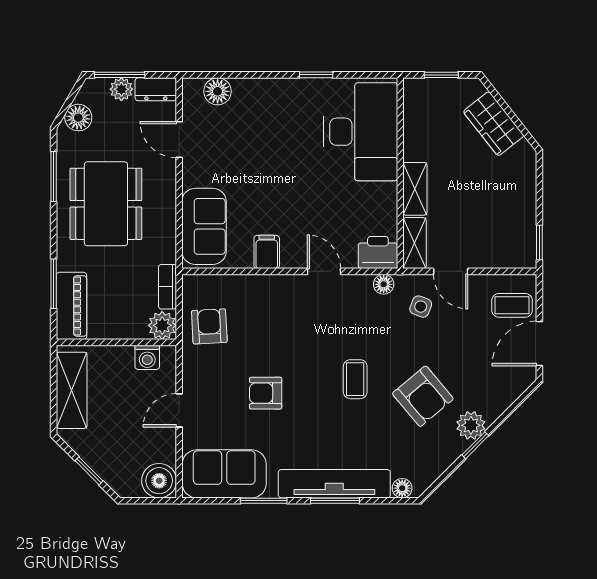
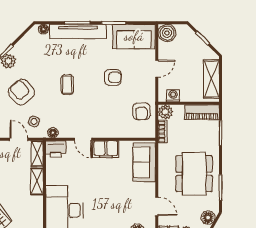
filing cabinet: (267, 252) -> (106, 149), width x2.00
piano: (71, 306) -> (202, 112), moved, turned -90
armchair: (423, 396) -> (21, 92), moved

